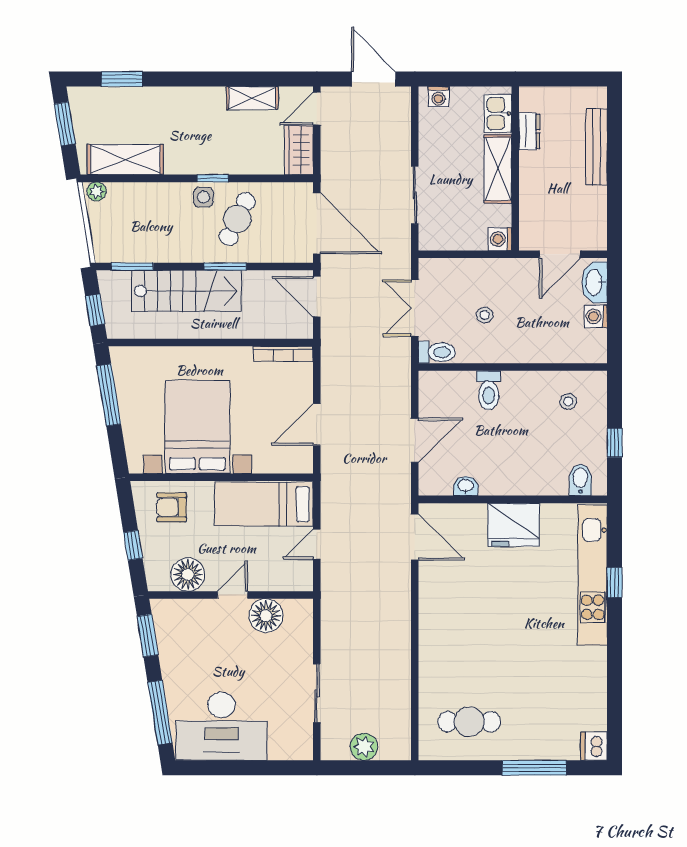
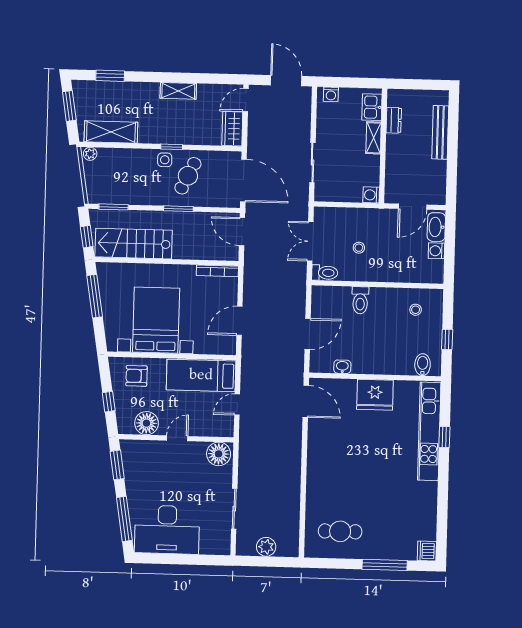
shelving: (252, 98) -> (178, 91), moved
shelving: (498, 169) -> (374, 138), width x0.67, depth x0.75
stairs: (186, 291) -> (134, 244), moved, turned 180
floor lamp: (266, 616) -> (219, 454), moved

